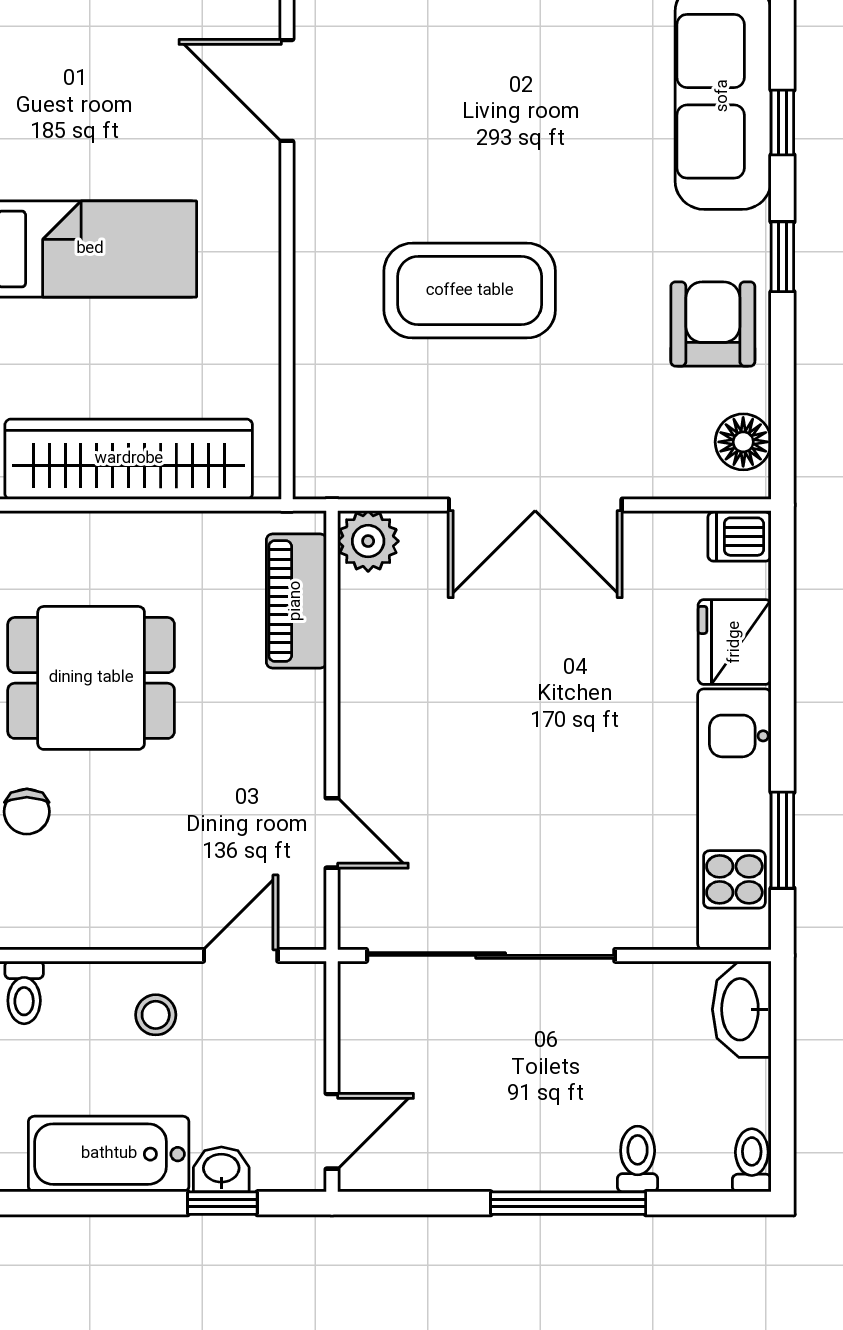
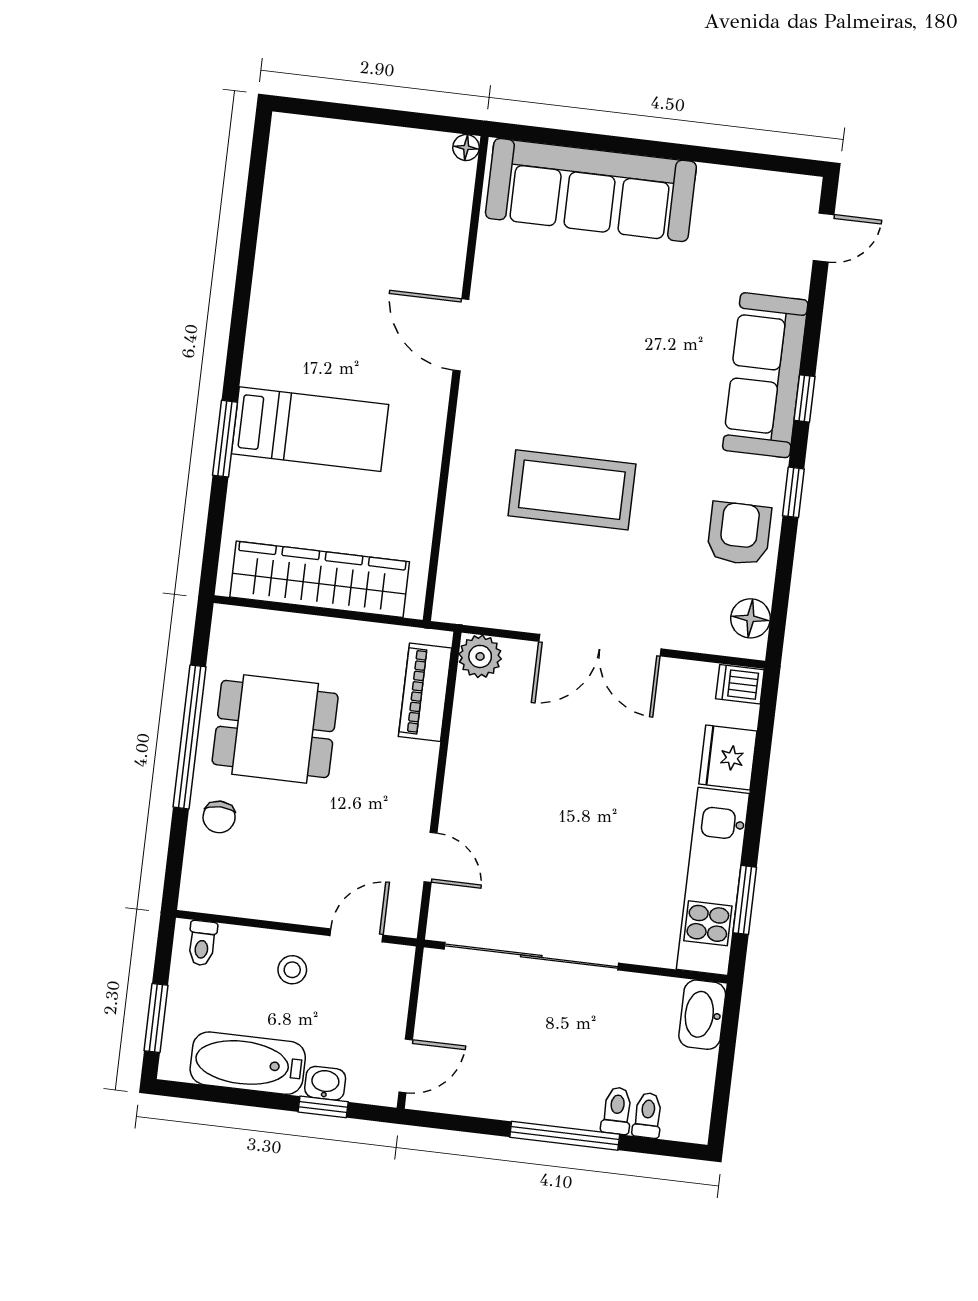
toilet: (752, 1160) -> (648, 1115), moved

